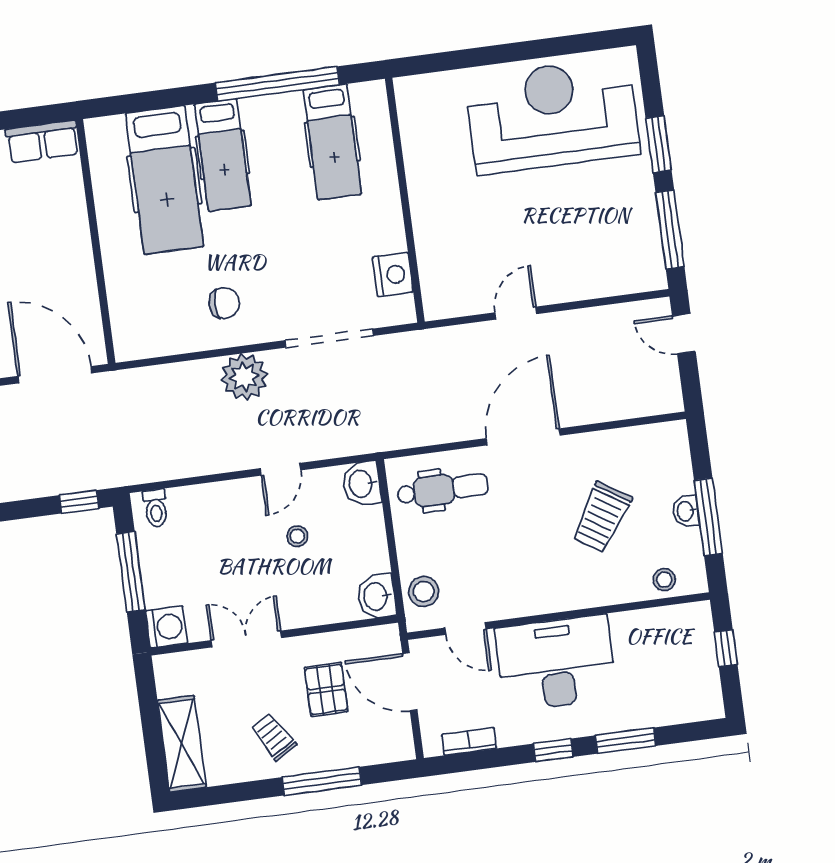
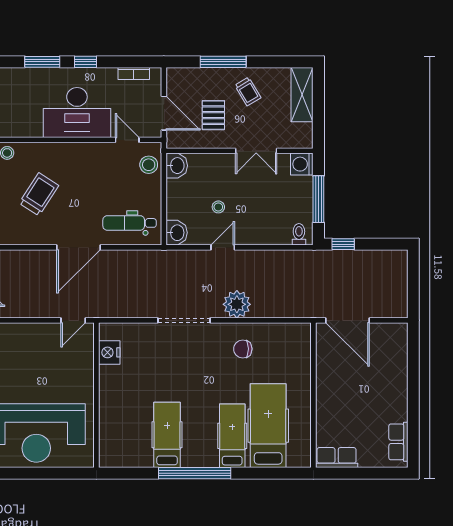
wall: (405, 200) -> (96, 395), moved
nightstand: (393, 275) -> (109, 352), moved

